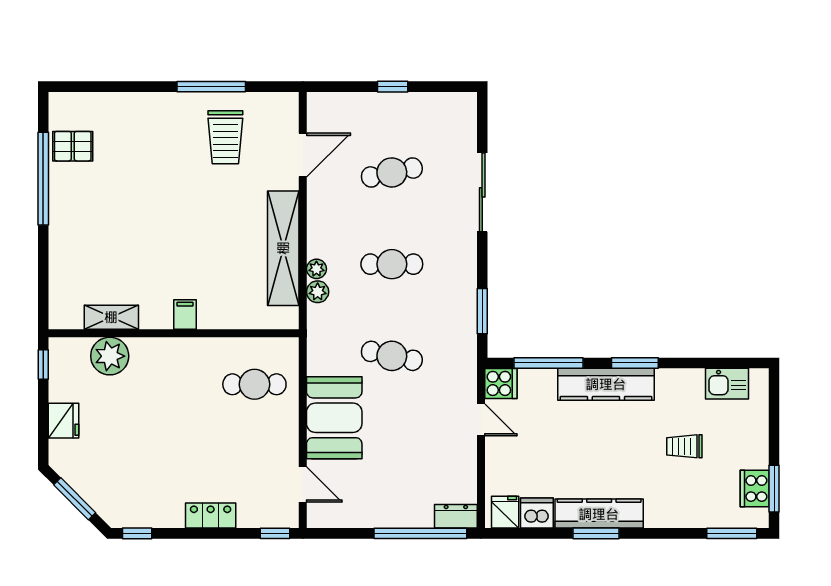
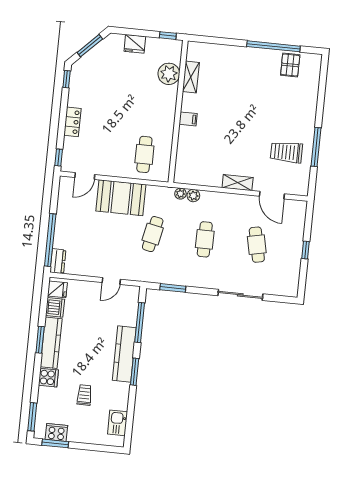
shelving: (283, 248) -> (238, 183), width x0.45, depth x0.75
plant: (316, 269) -> (180, 194), moved
cooker: (501, 383) -> (48, 378), moved, turned -90

